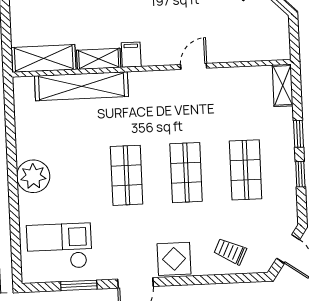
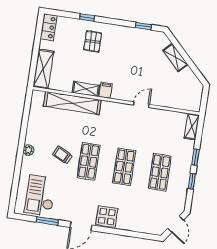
shelving: (44, 58) -> (43, 69), moved, turned 90
plant: (33, 176) -> (28, 150), width x0.53, depth x0.53
checkout: (59, 246) -> (40, 196), turned -90
trolley: (230, 251) -> (62, 155), moved

